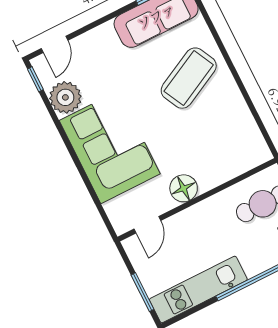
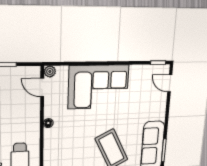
plant: (65, 97) -> (50, 71), moved, width x0.53, depth x0.53
floor lamp: (184, 188) -> (48, 123), width x0.53, depth x0.53

